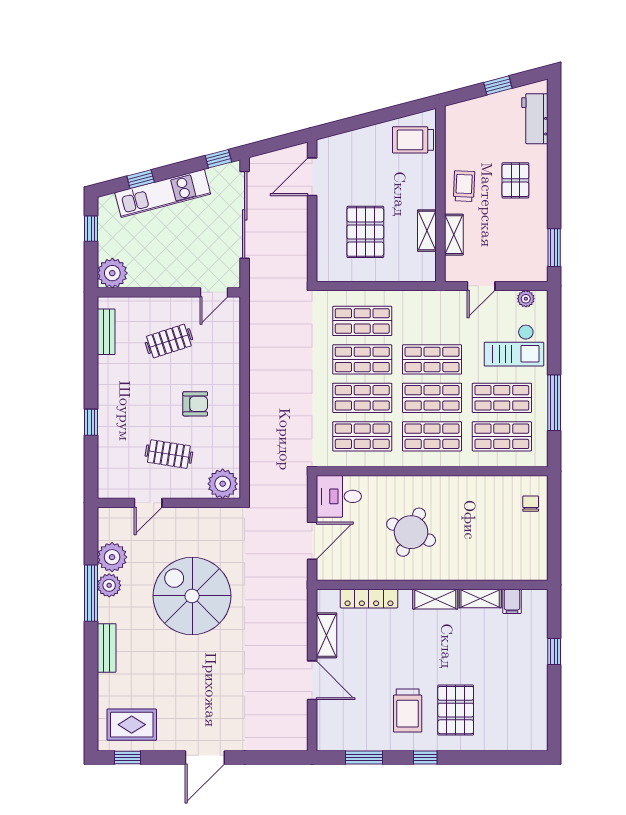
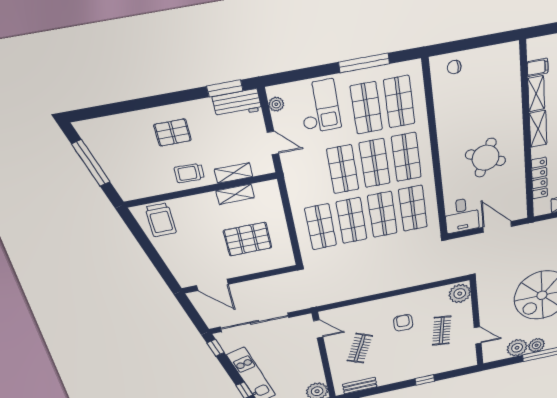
window: (498, 85) -> (91, 163), width x2.17
workbench: (535, 119) -> (237, 104), moved
clothes rail: (169, 341) -> (360, 348), turned 42

